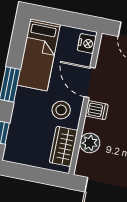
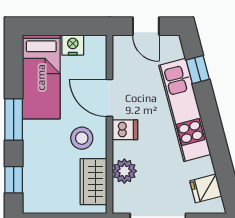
nightstand: (87, 43) -> (73, 45), moved, turned -90

